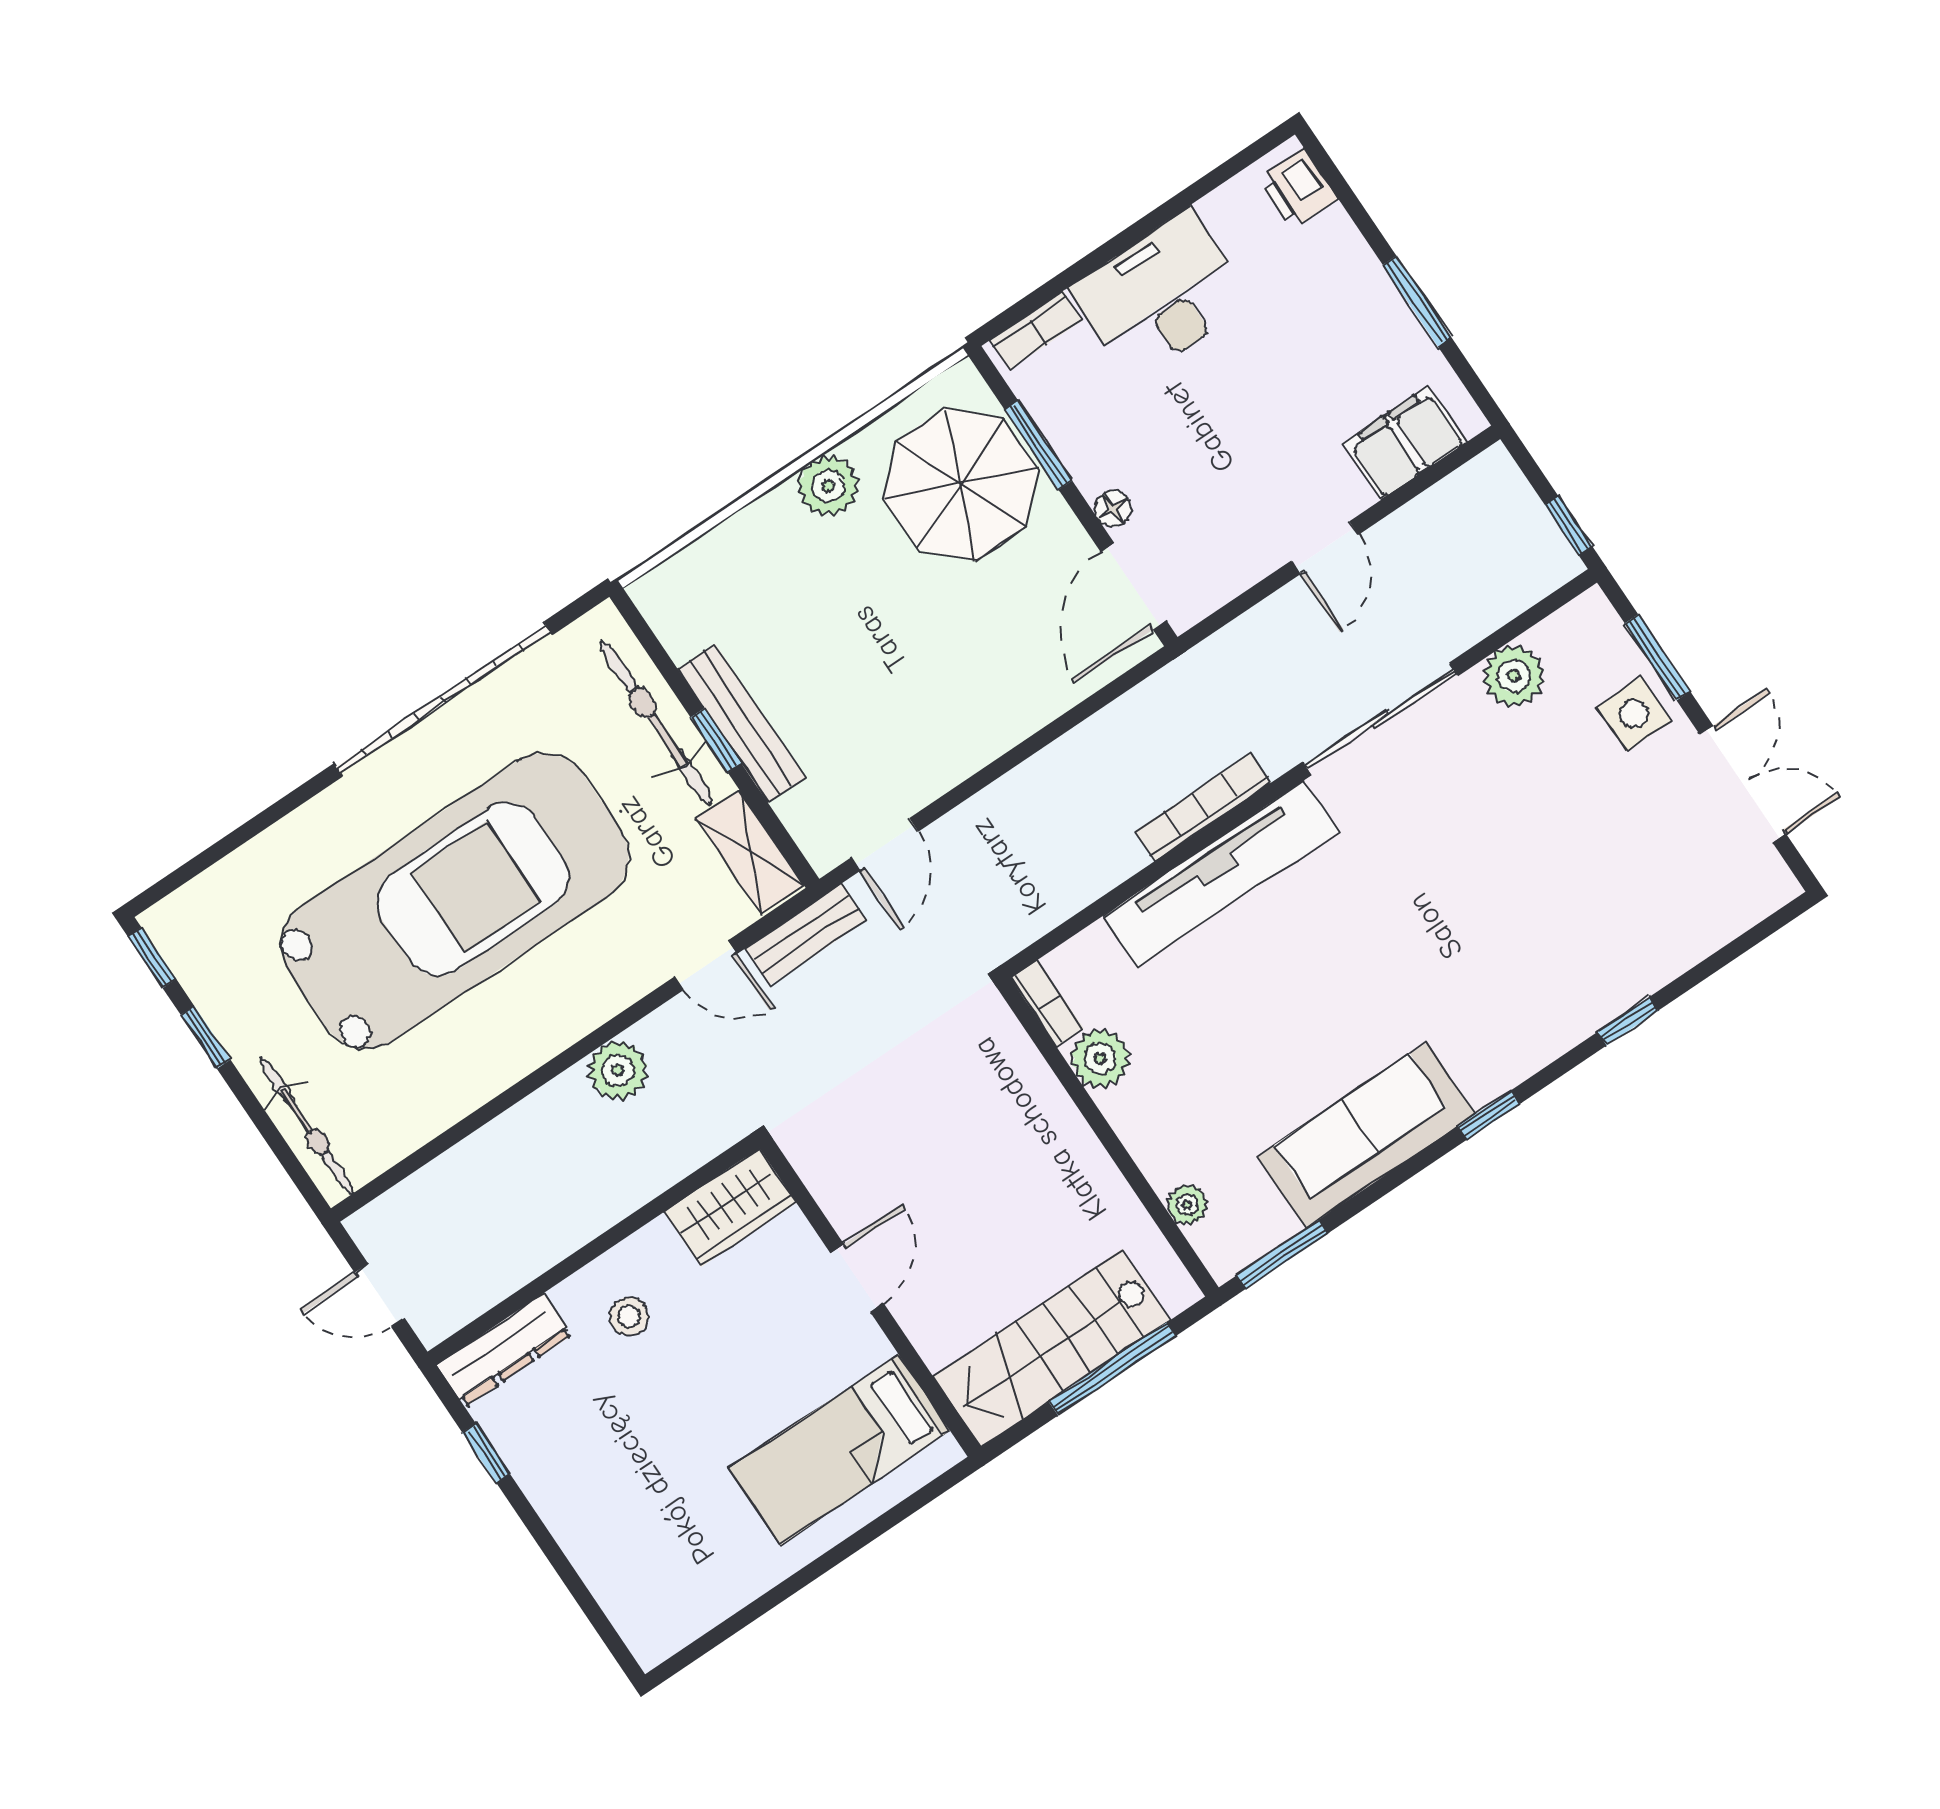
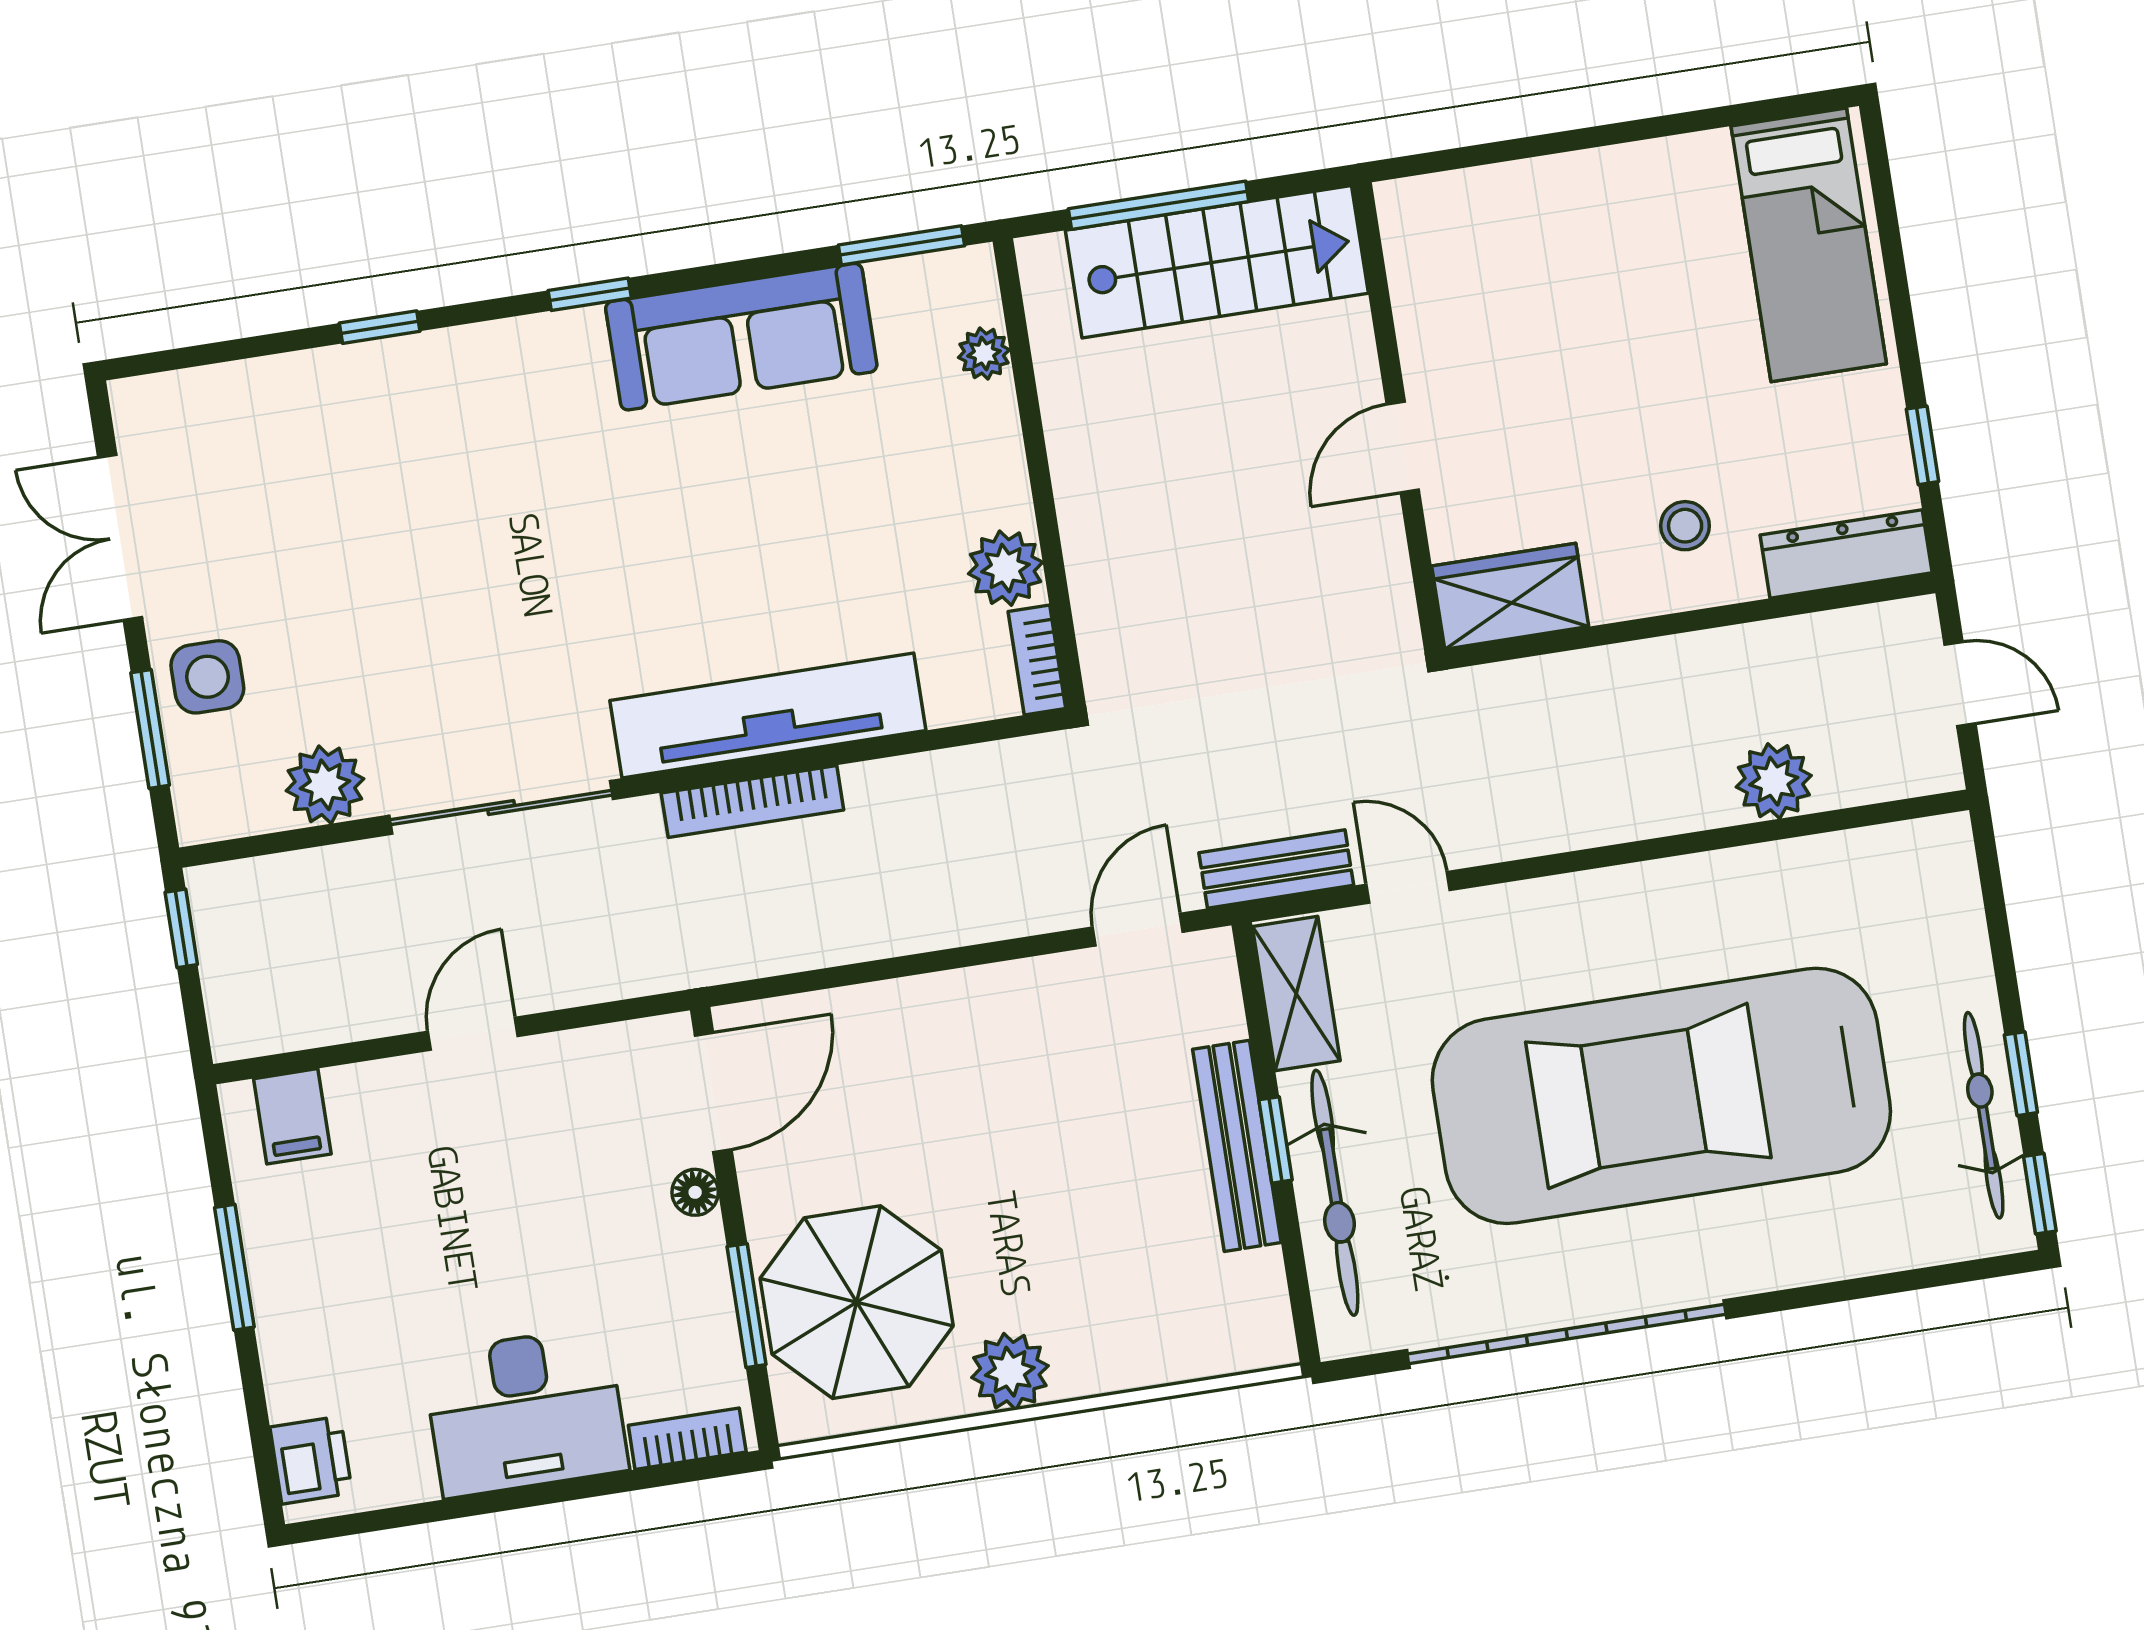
filing cabinet: (1405, 443) -> (292, 1116), width x0.50
plant: (618, 1070) -> (1774, 781), moved
bicycle: (306, 1126) -> (1984, 1115), moved
bed: (840, 1449) -> (1809, 245), moved, turned 90

